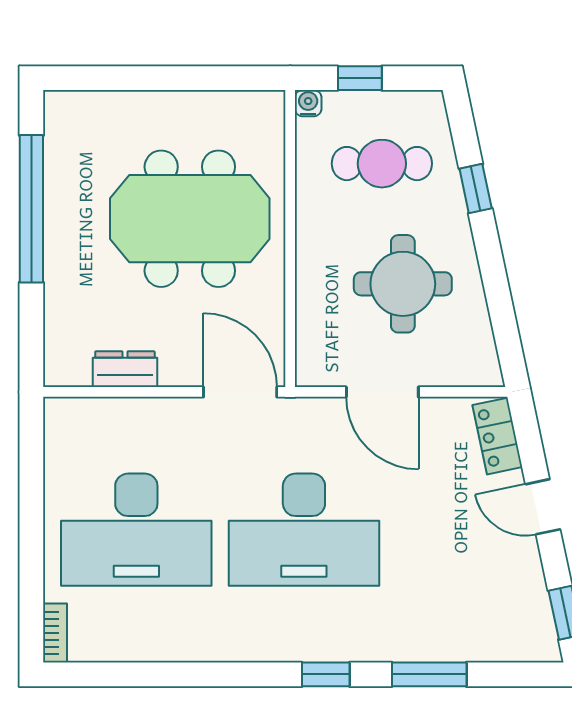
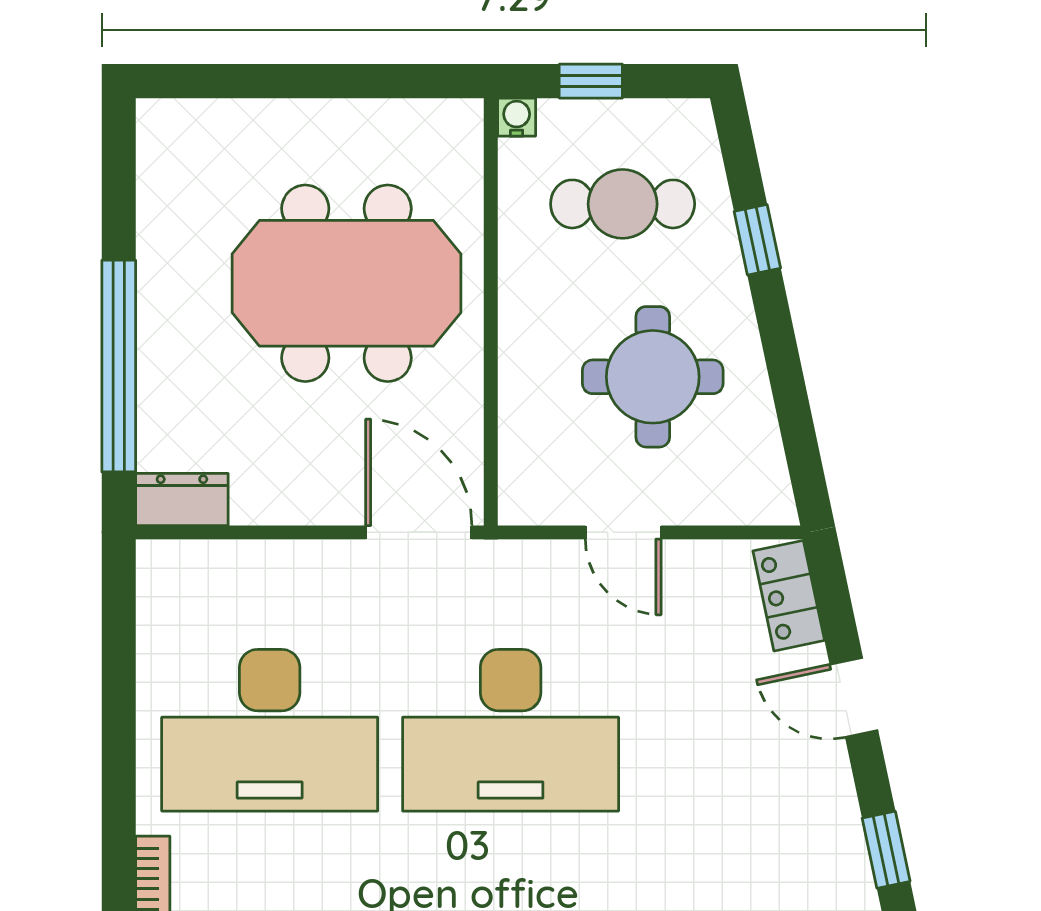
window: (31, 209) -> (119, 366), moved
dresser: (125, 369) -> (182, 499), moved
door: (382, 392) -> (623, 532), width x0.73

